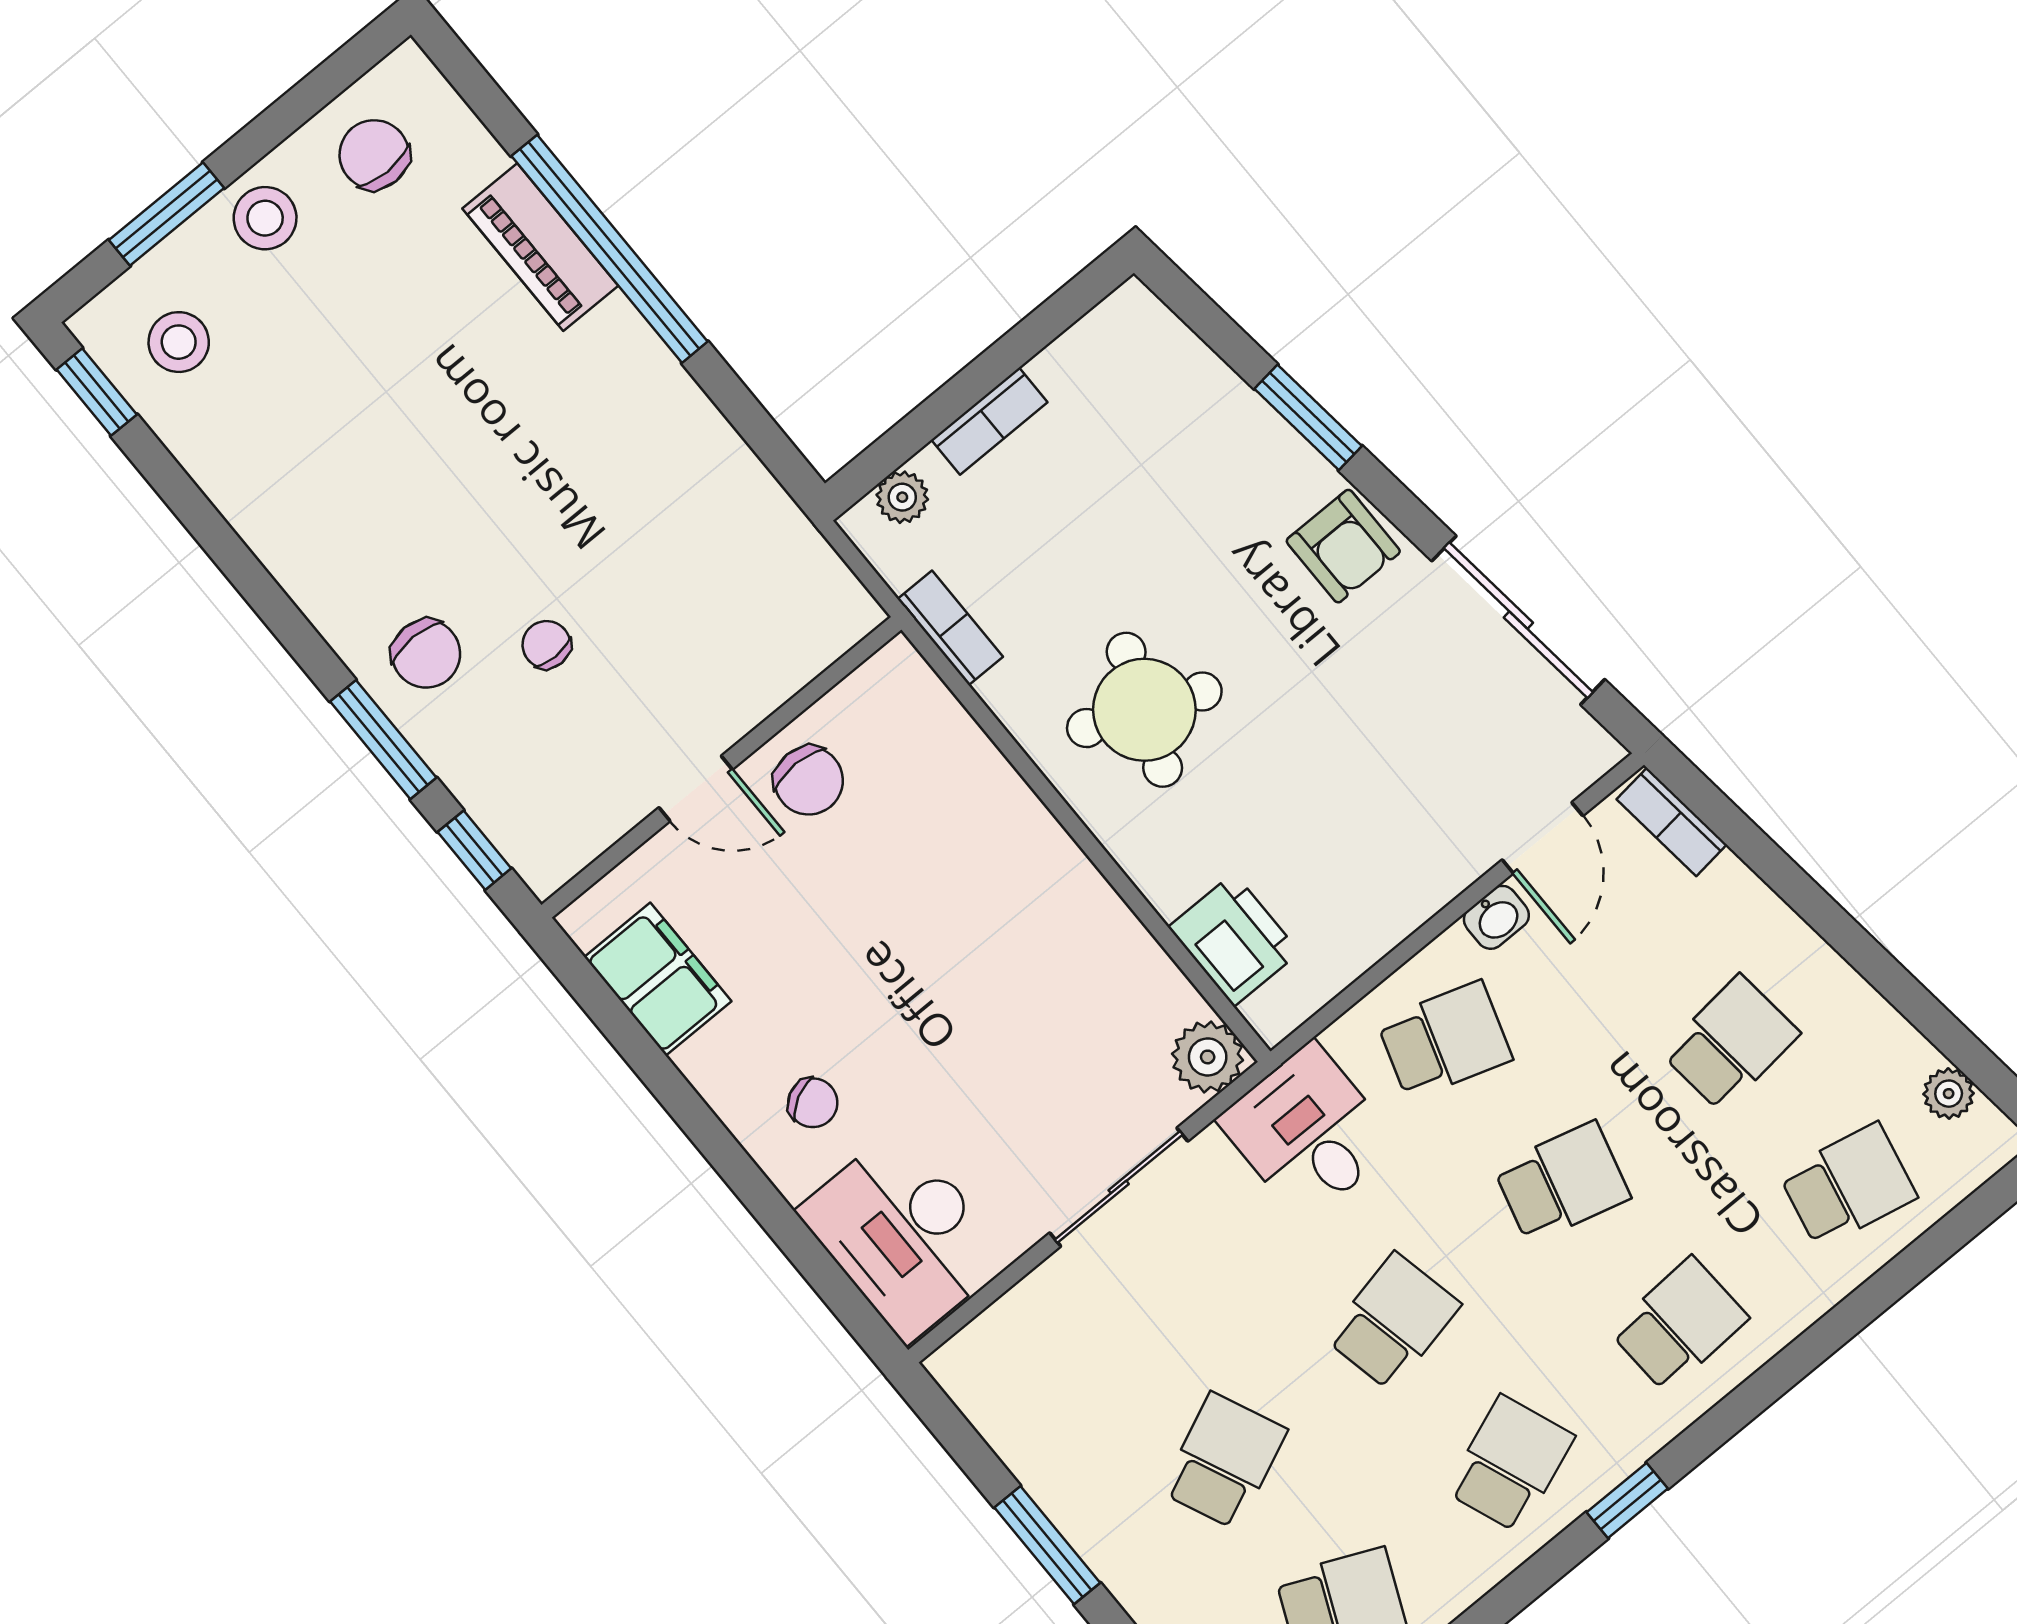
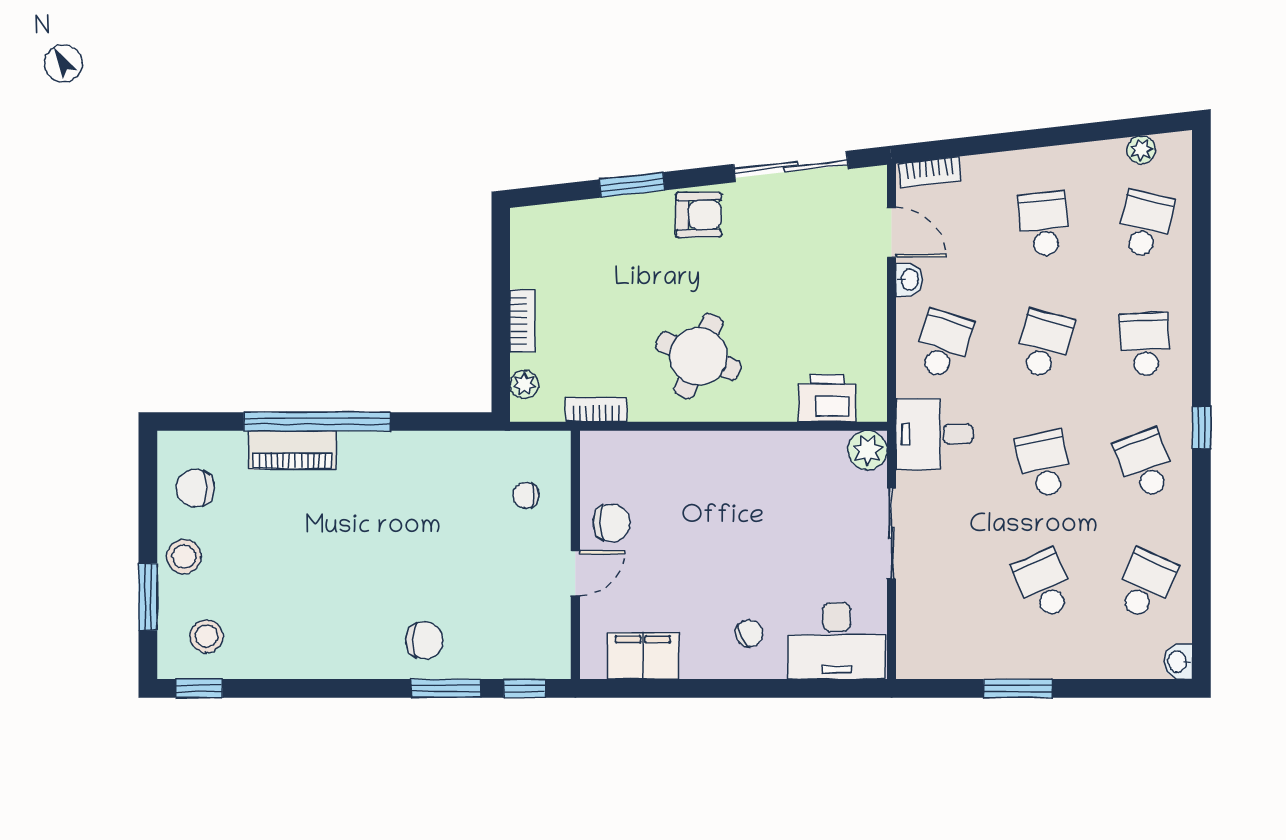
chair: (546, 645) -> (526, 495), moved

